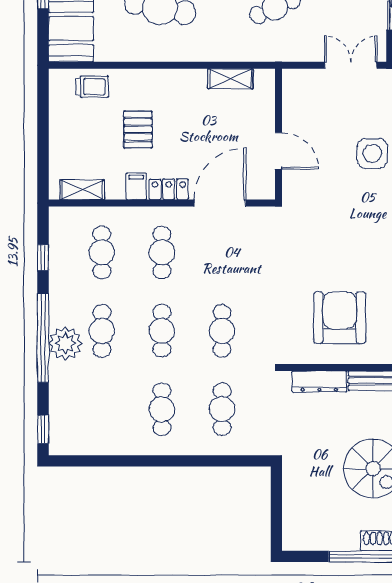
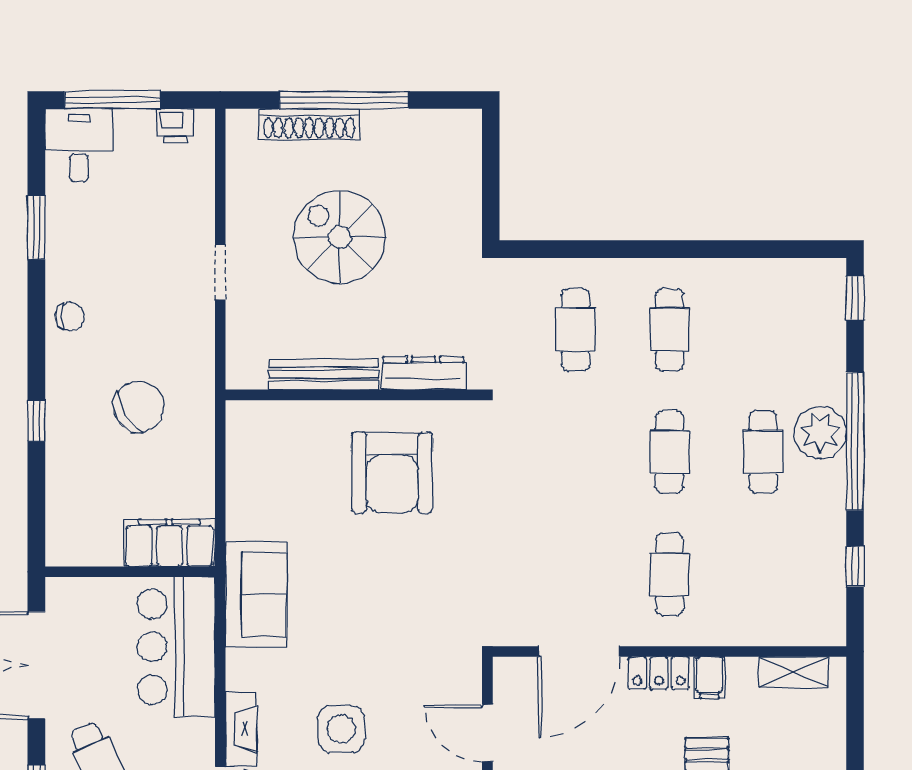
cafe table: (102, 252) -> (763, 574), removed
cafe table: (222, 331) -> (576, 452), removed

